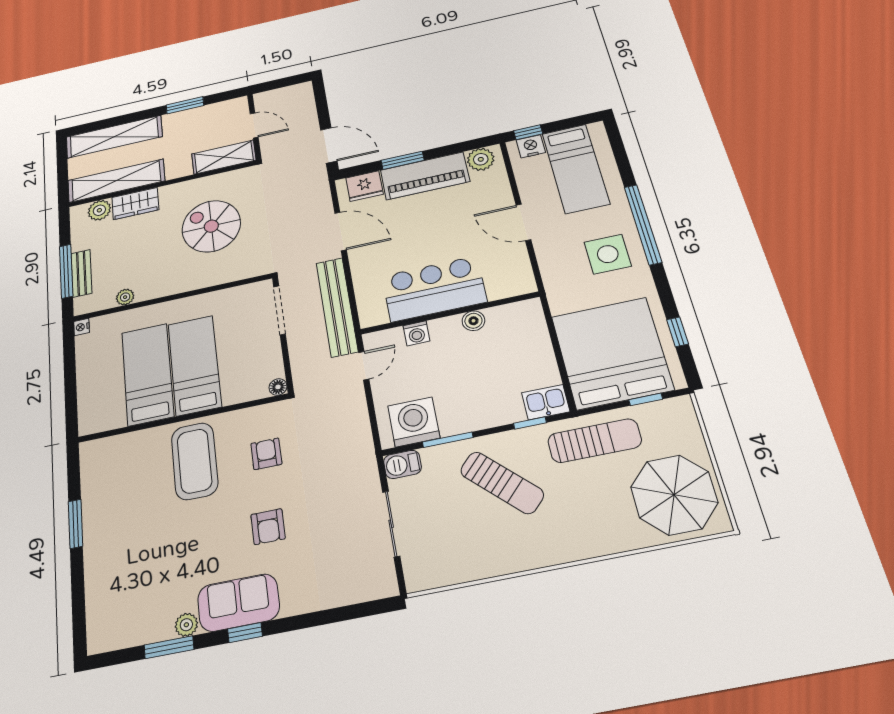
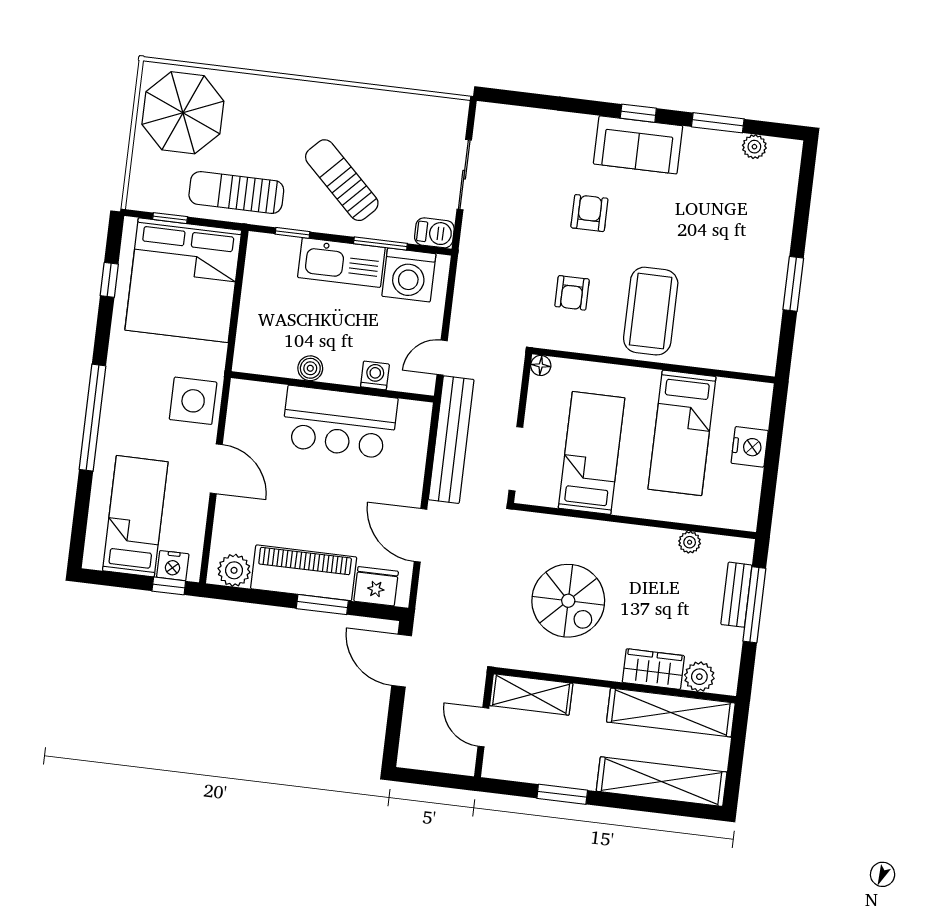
side table: (608, 254) -> (193, 401), moved
nightstand: (82, 327) -> (750, 447), moved, width x1.89, depth x1.79
bed: (194, 365) -> (591, 453), moved, turned 180
kitchen sink: (546, 402) -> (341, 262), moved, width x1.87, depth x1.24
plant: (186, 625) -> (754, 147), moved

